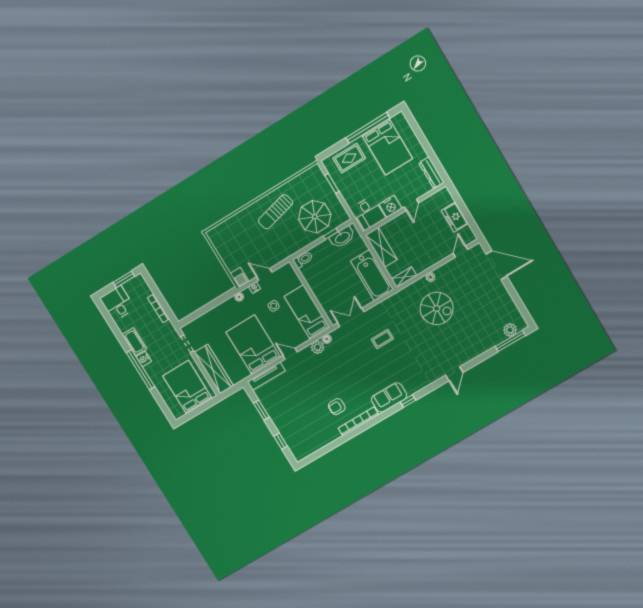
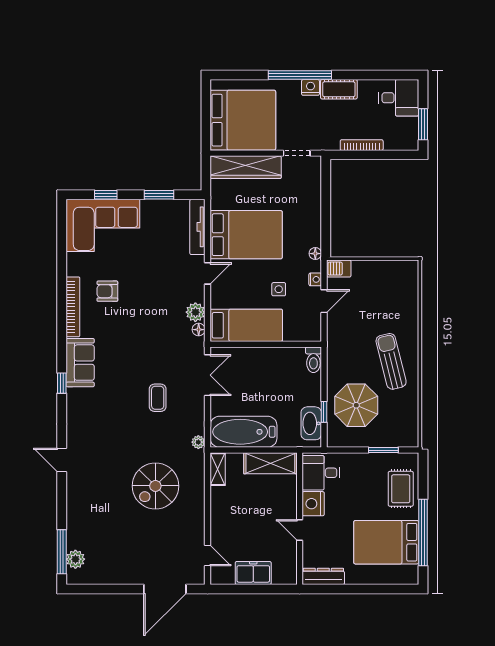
plant: (430, 277) -> (198, 442), moved
bed: (187, 387) -> (243, 120), width x1.36
armchair: (337, 407) -> (107, 291), turned -90
corner sofa: (300, 432) -> (103, 225), added

